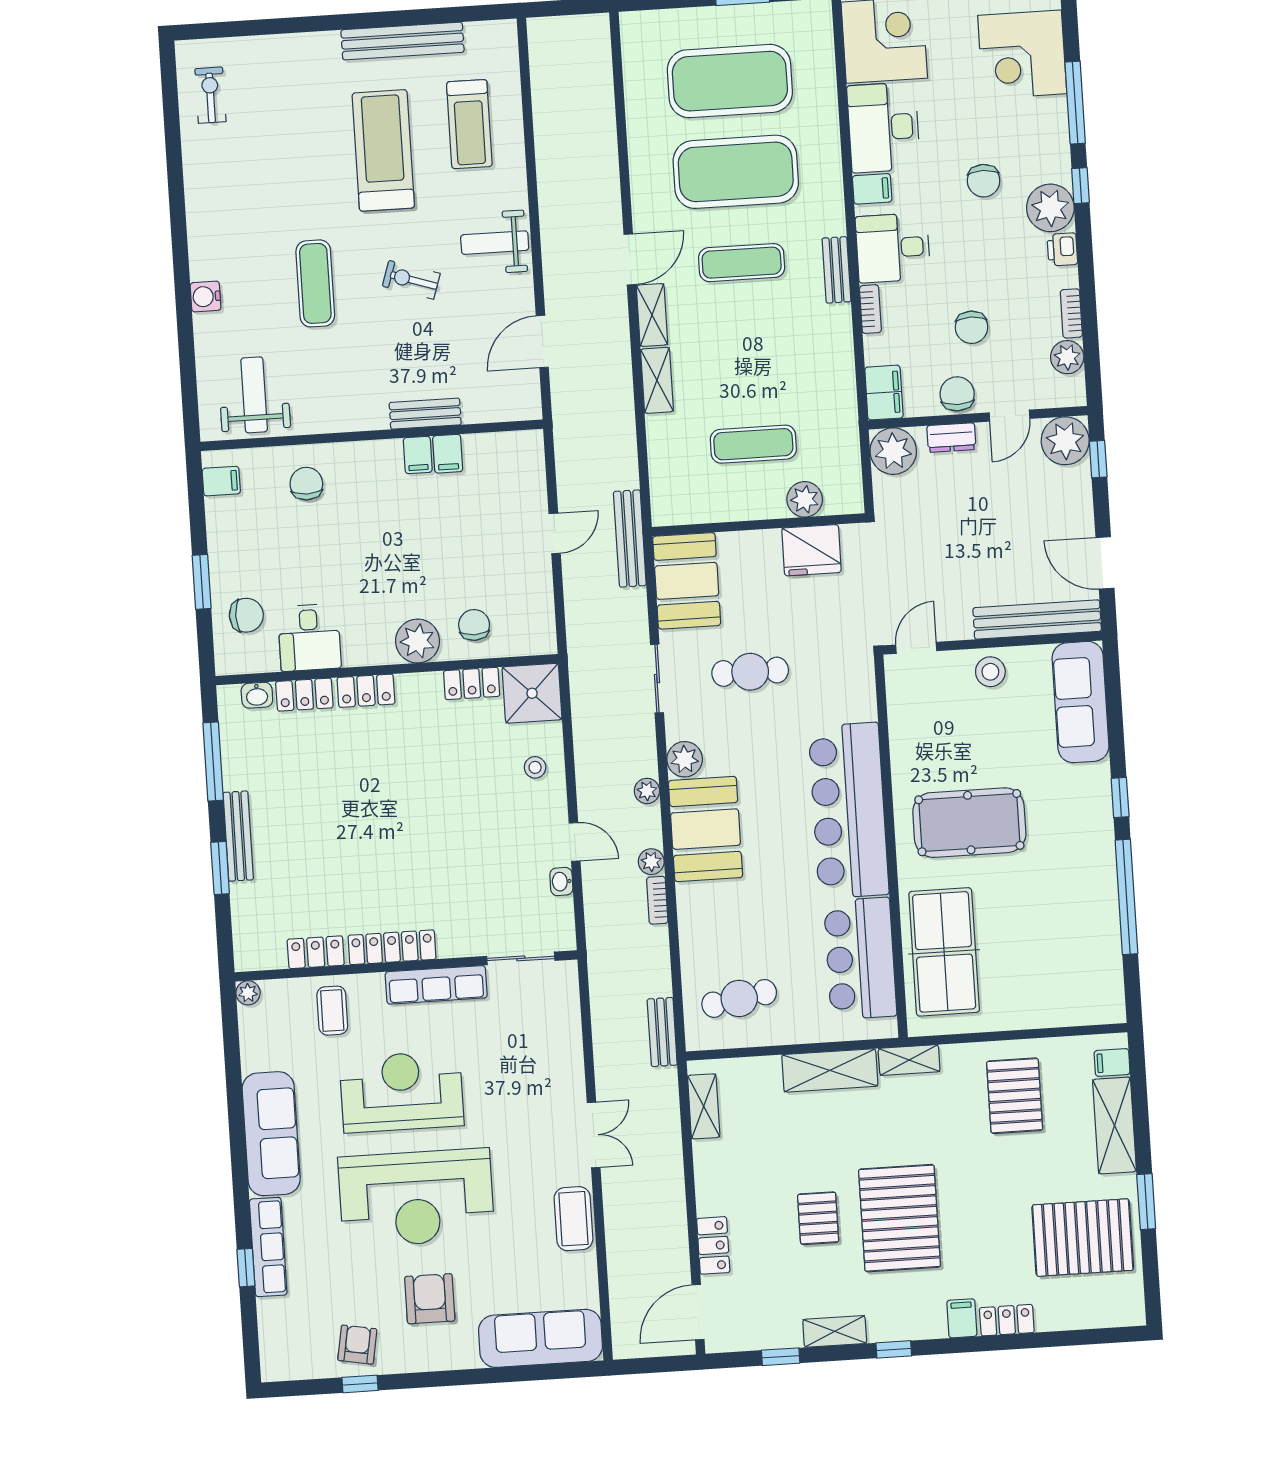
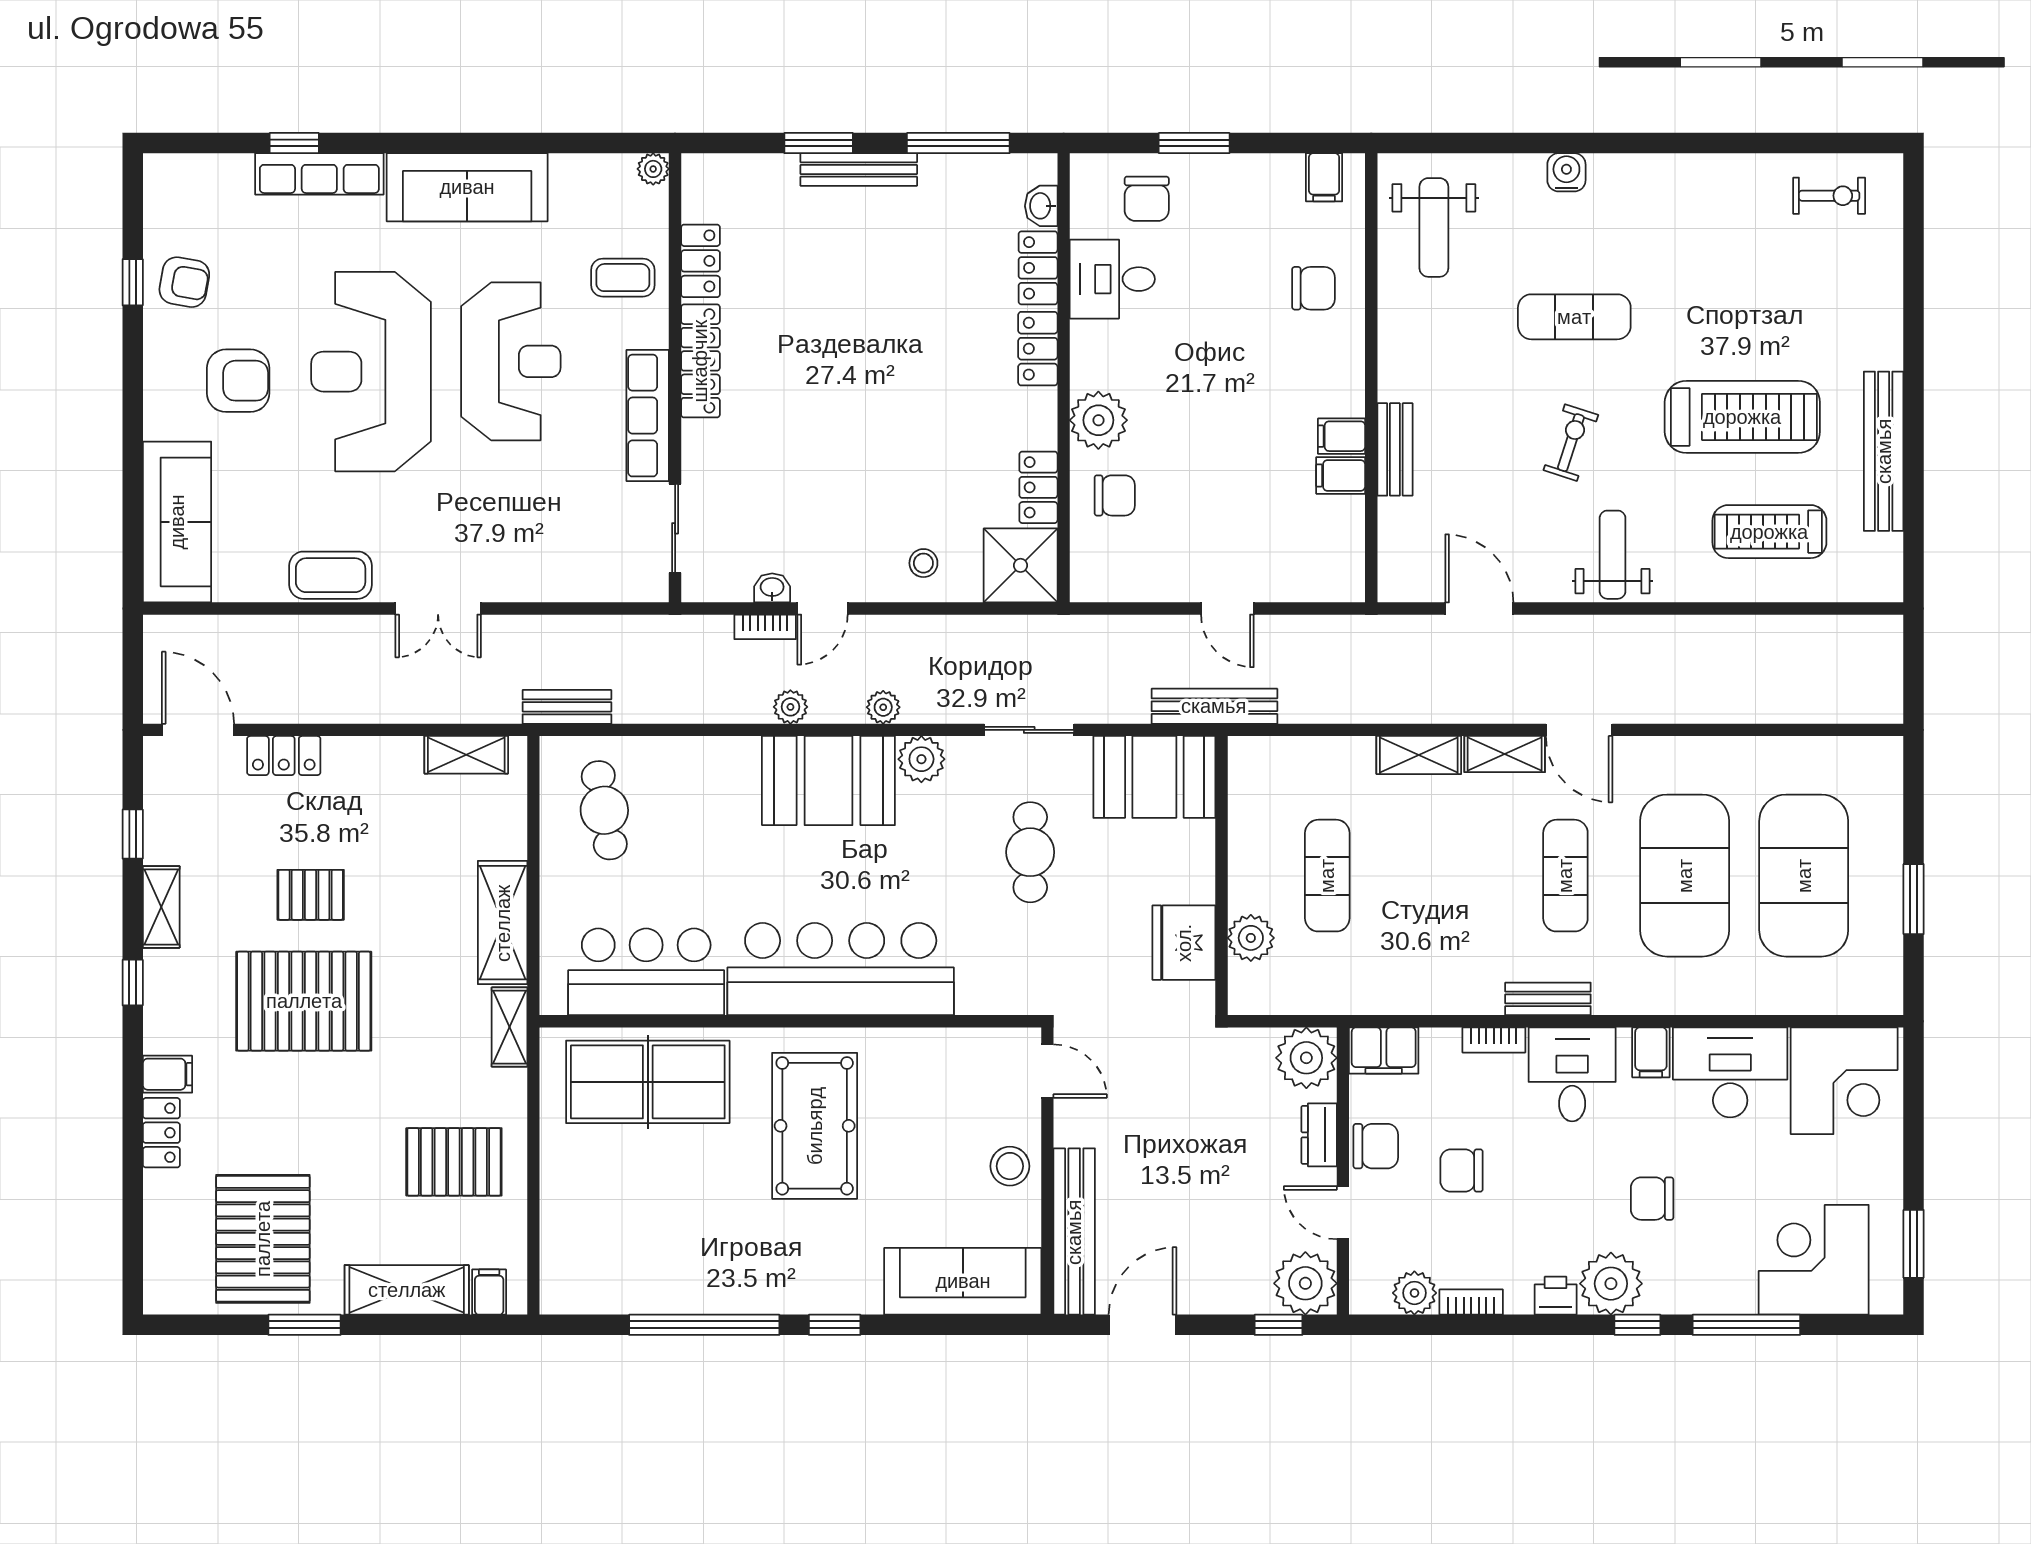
weight bench: (254, 395) -> (1434, 227), turned 90
bookcase: (657, 900) -> (765, 627), moved, turned 180

